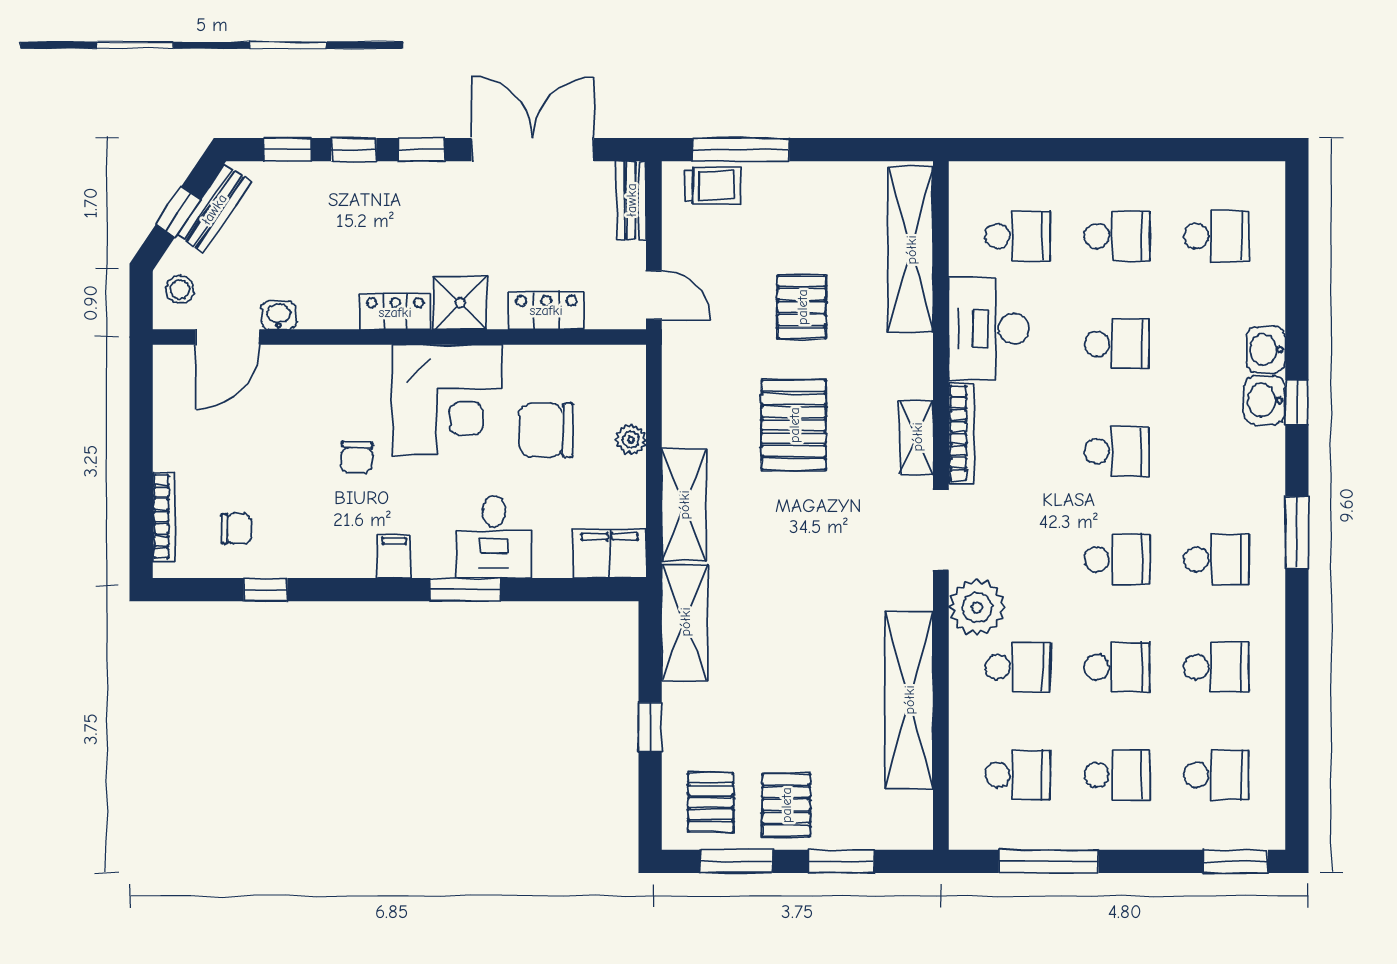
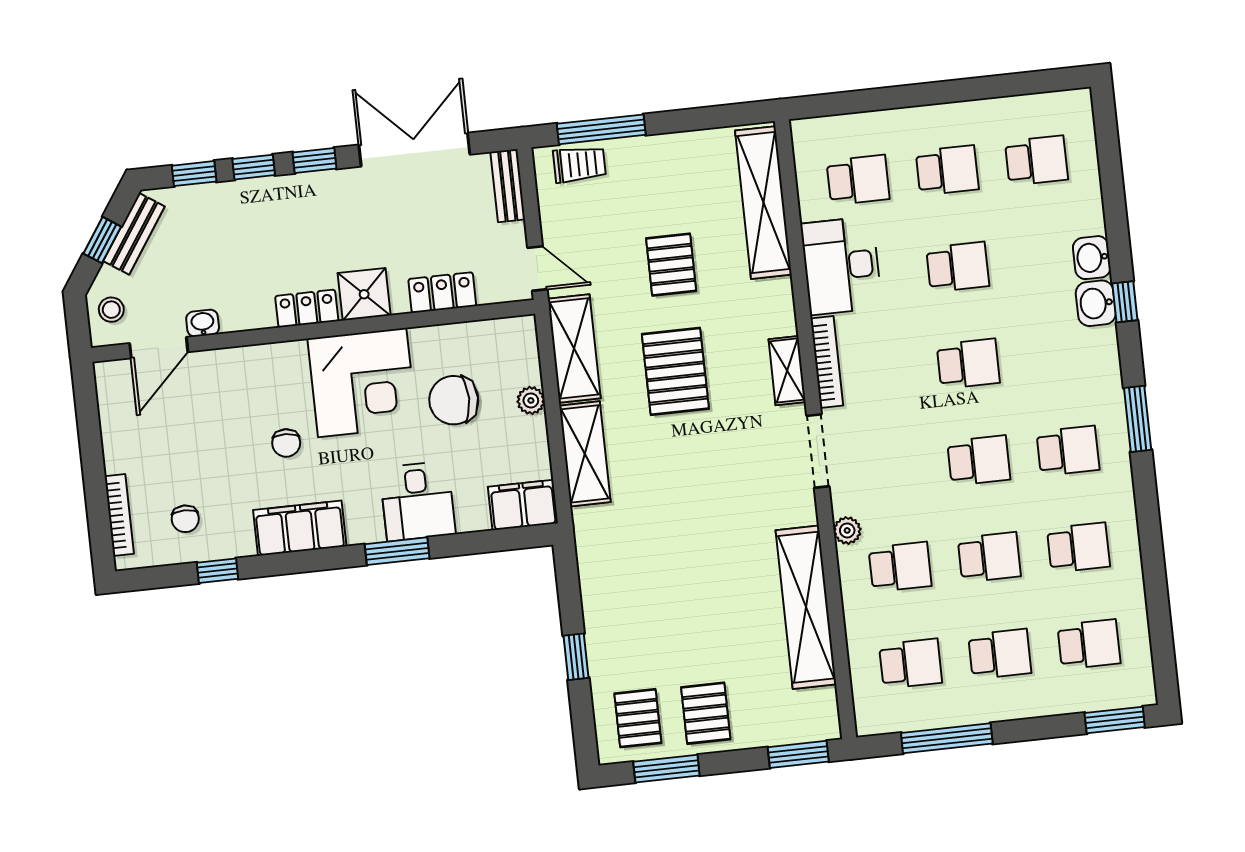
chair: (236, 529) -> (185, 519), turned 90
filing cabinet: (394, 556) -> (300, 528), width x3.00, depth x1.17
plant: (977, 607) -> (847, 530), width x0.53, depth x0.53
shelving: (685, 622) -> (574, 348), moved
window: (841, 861) -> (798, 754), moved

